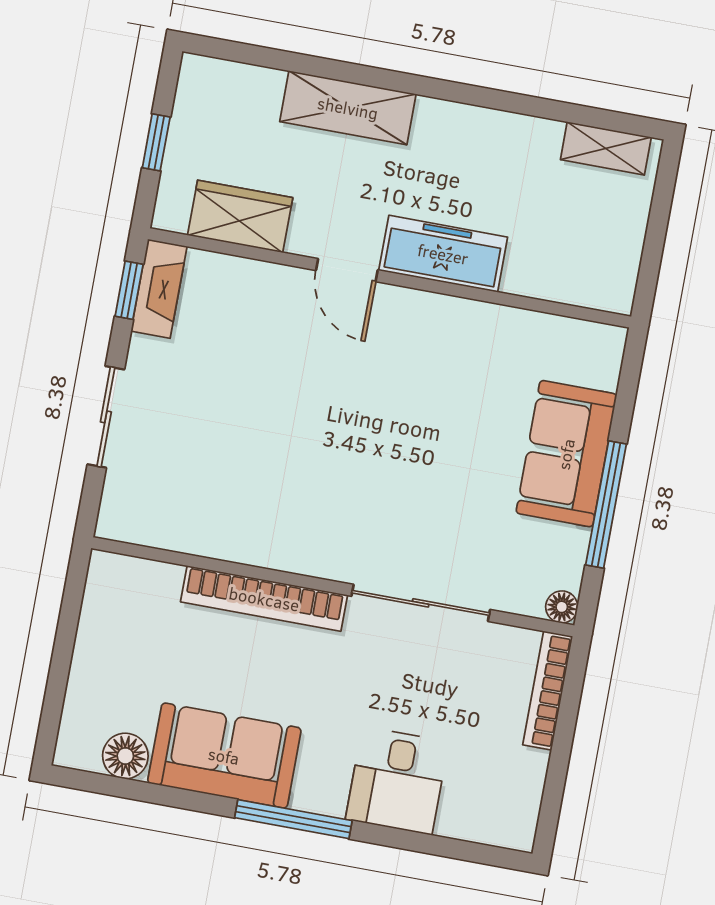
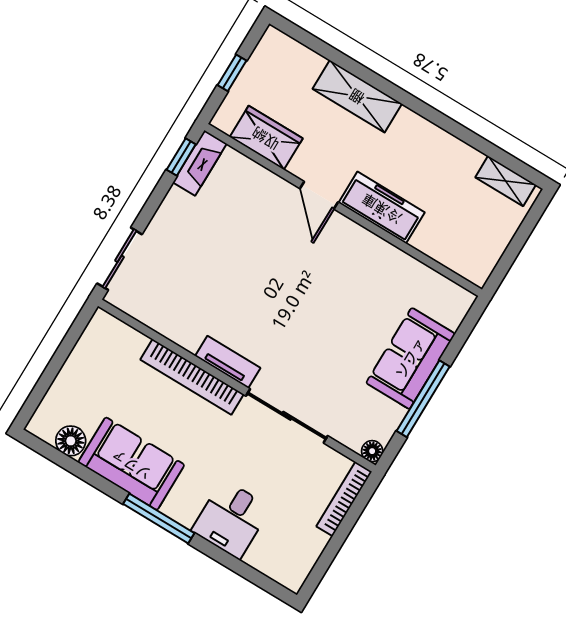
sliding door: (106, 417) -> (120, 259), moved
tv unit: (307, 558) -> (228, 362), added

